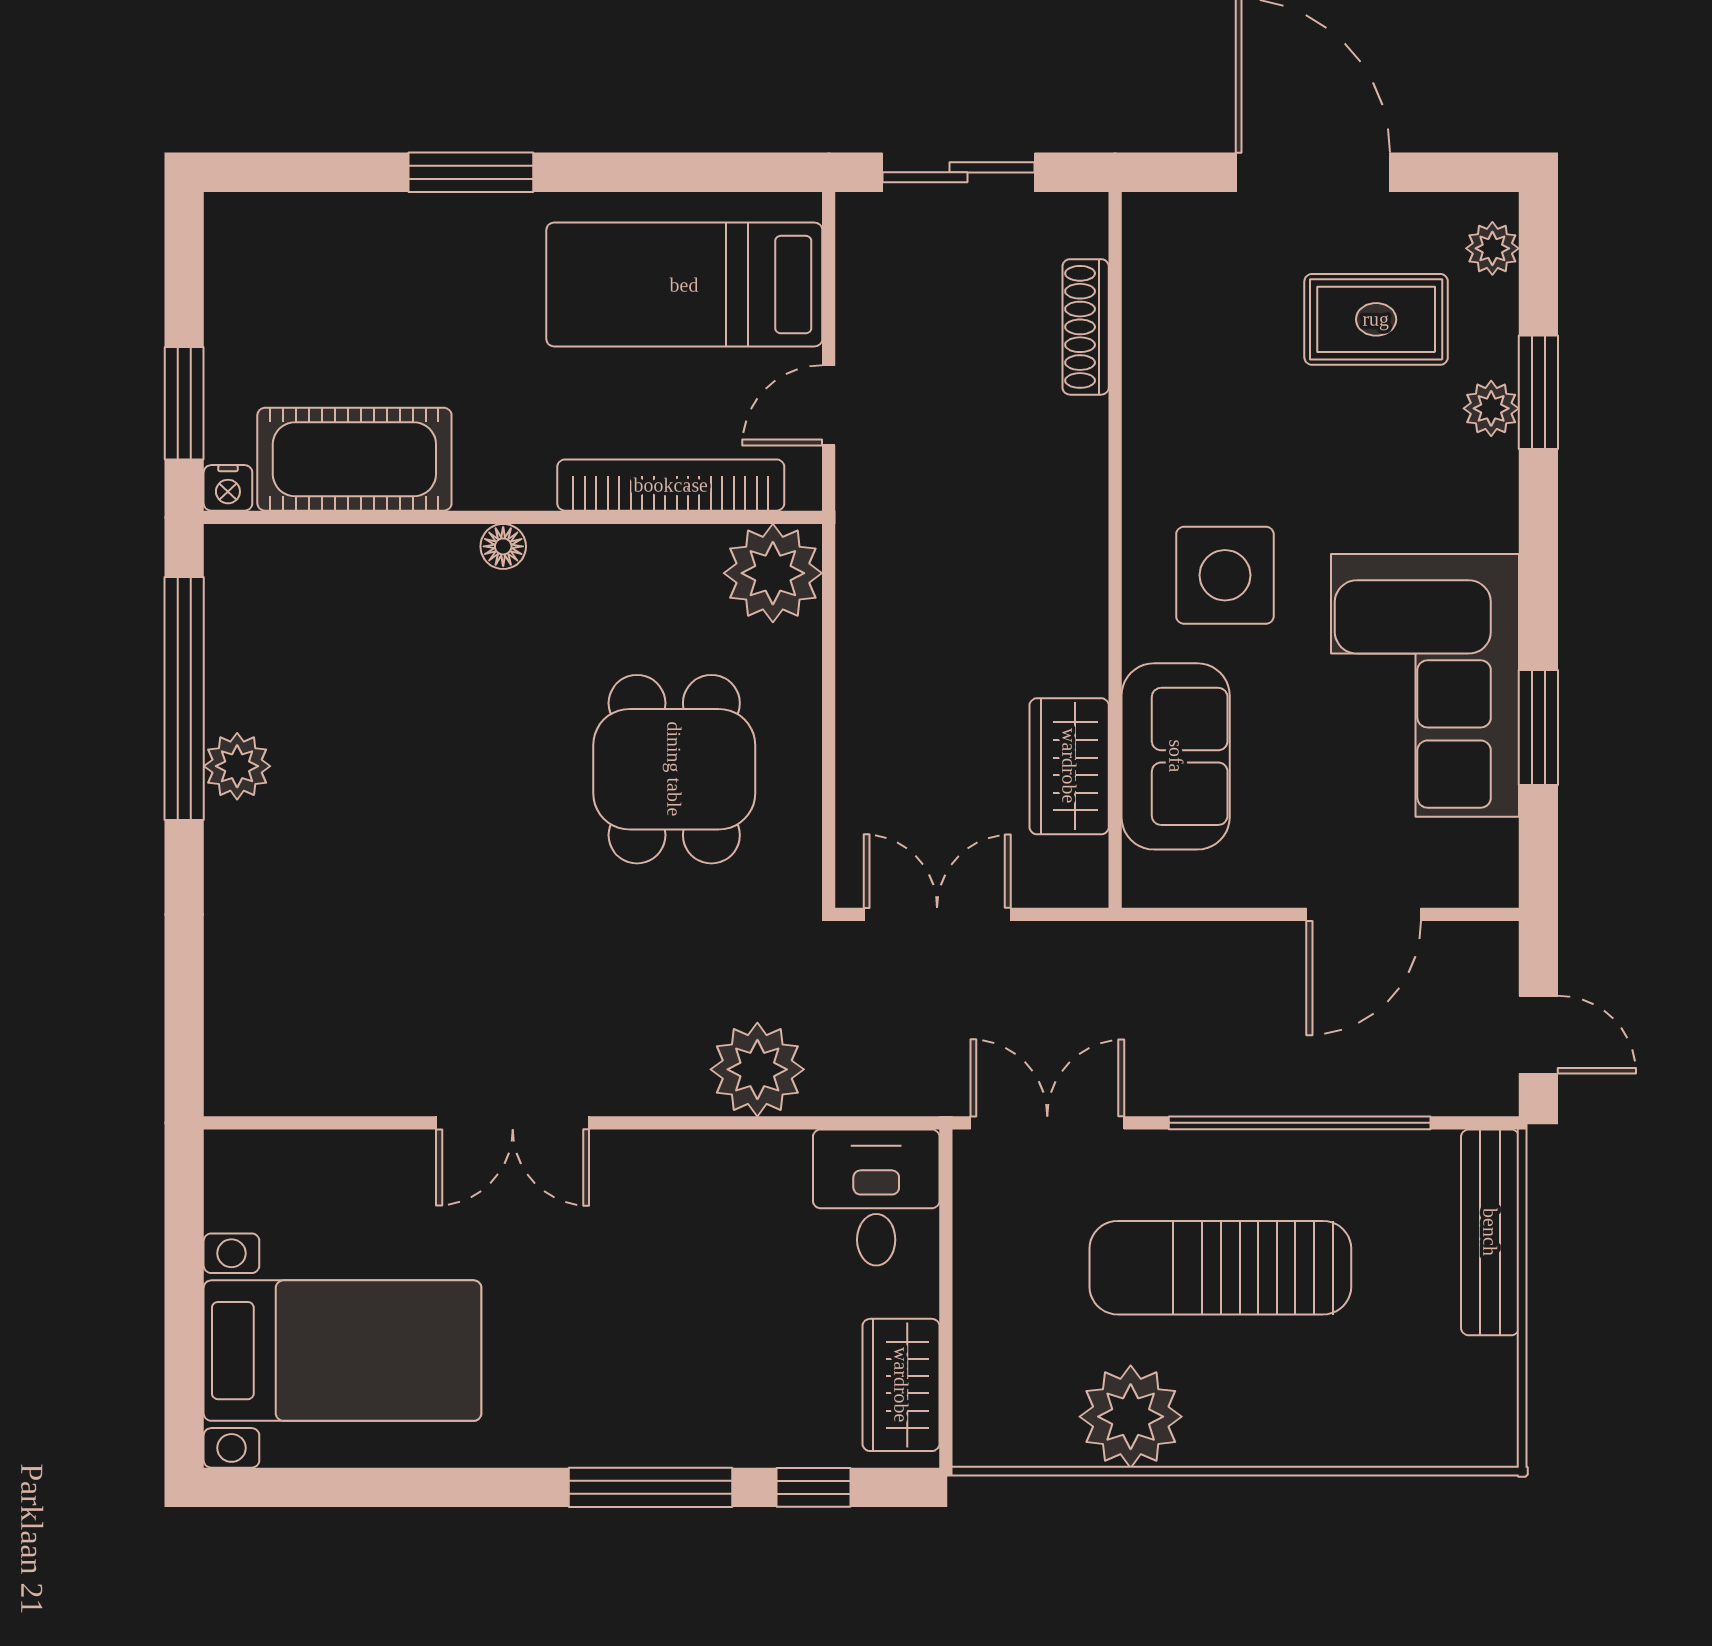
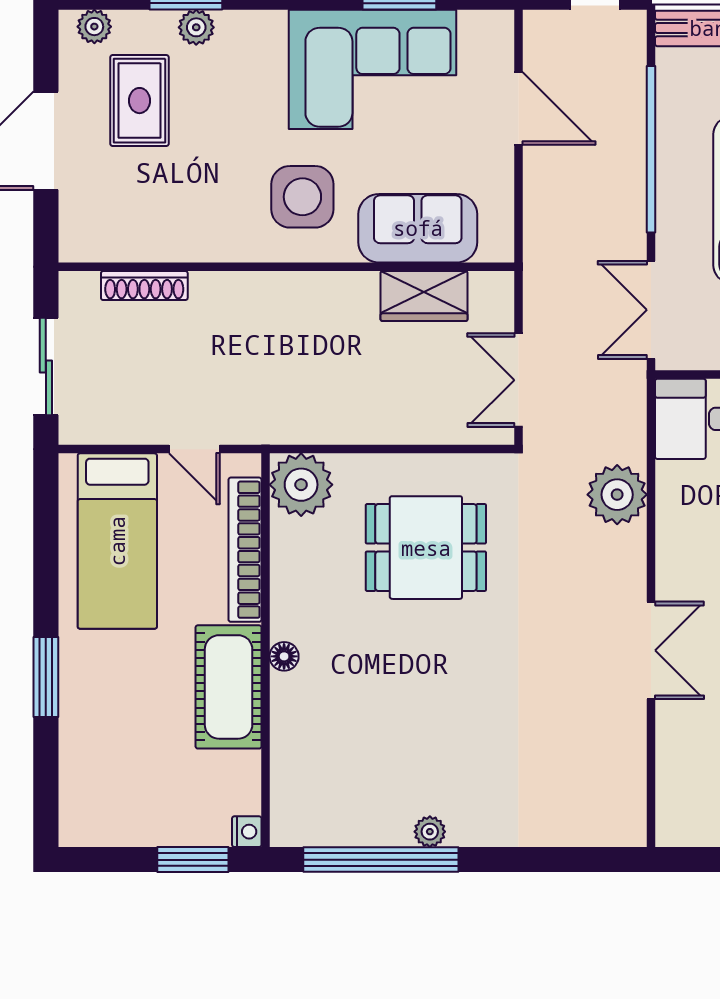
cot: (354, 459) -> (229, 687), moved
plant: (237, 766) -> (430, 832), width x0.73, depth x0.73

